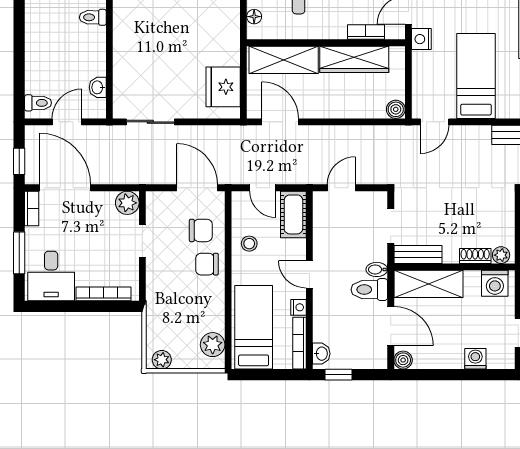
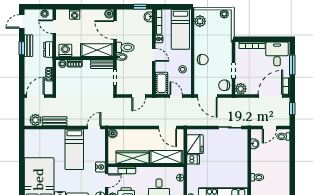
dishwasher: (227, 55) -> (193, 159), added
door: (65, 188) -> (270, 96), swing flipped
chair: (201, 230) -> (224, 85), moved

